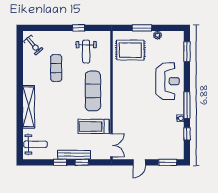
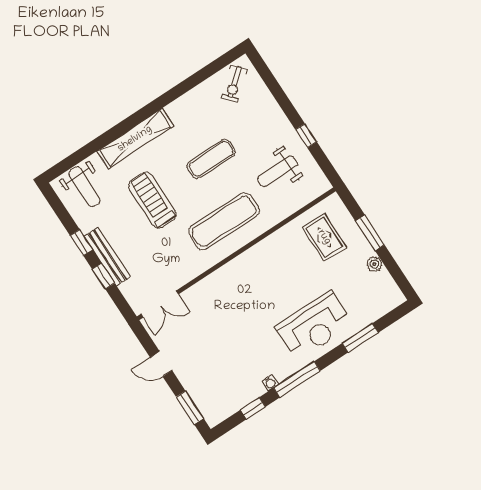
rug: (130, 50) -> (324, 237), width x0.73, depth x0.70
window: (187, 52) -> (360, 338), moved
exercise mat: (56, 68) -> (211, 159), moved
treadmill: (94, 126) -> (152, 200), moved

